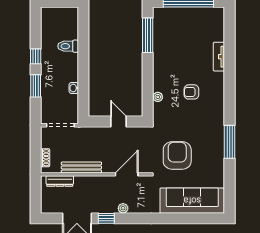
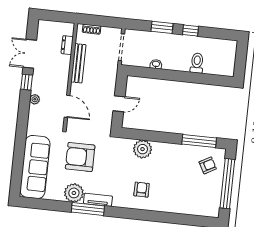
armchair: (172, 24) -> (208, 165), added
tv unit: (219, 57) -> (98, 200), moved
armchair: (191, 92) -> (142, 190), moved
plant: (158, 97) -> (143, 149), width x1.87, depth x1.87
armchair: (177, 155) -> (80, 157), turned 180
plant: (215, 158) -> (74, 193), added
dresser: (60, 181) -> (67, 45), width x0.70

